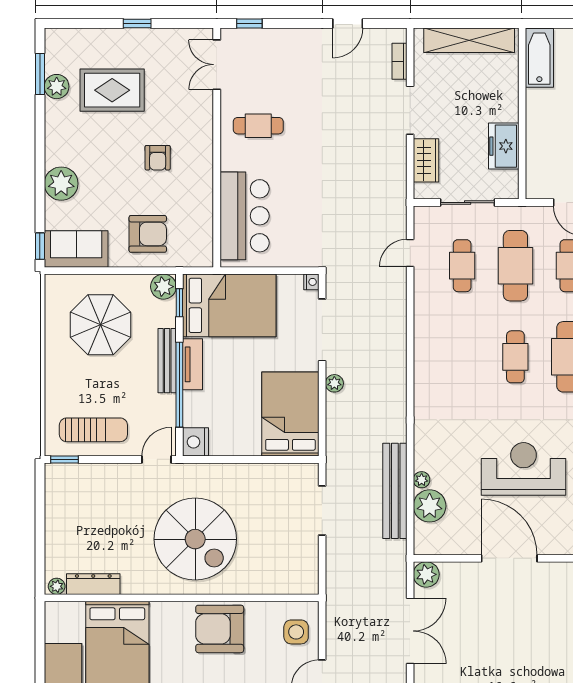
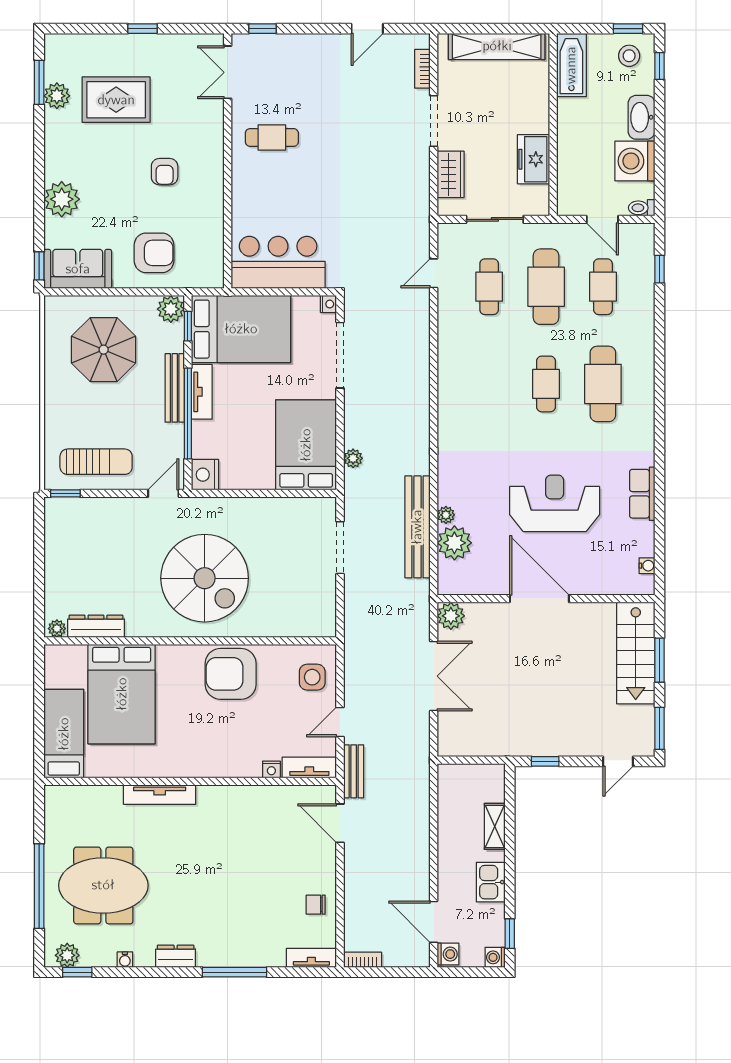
bar counter: (245, 216) -> (278, 262), moved, turned -90
plant: (334, 383) -> (353, 458), moved

